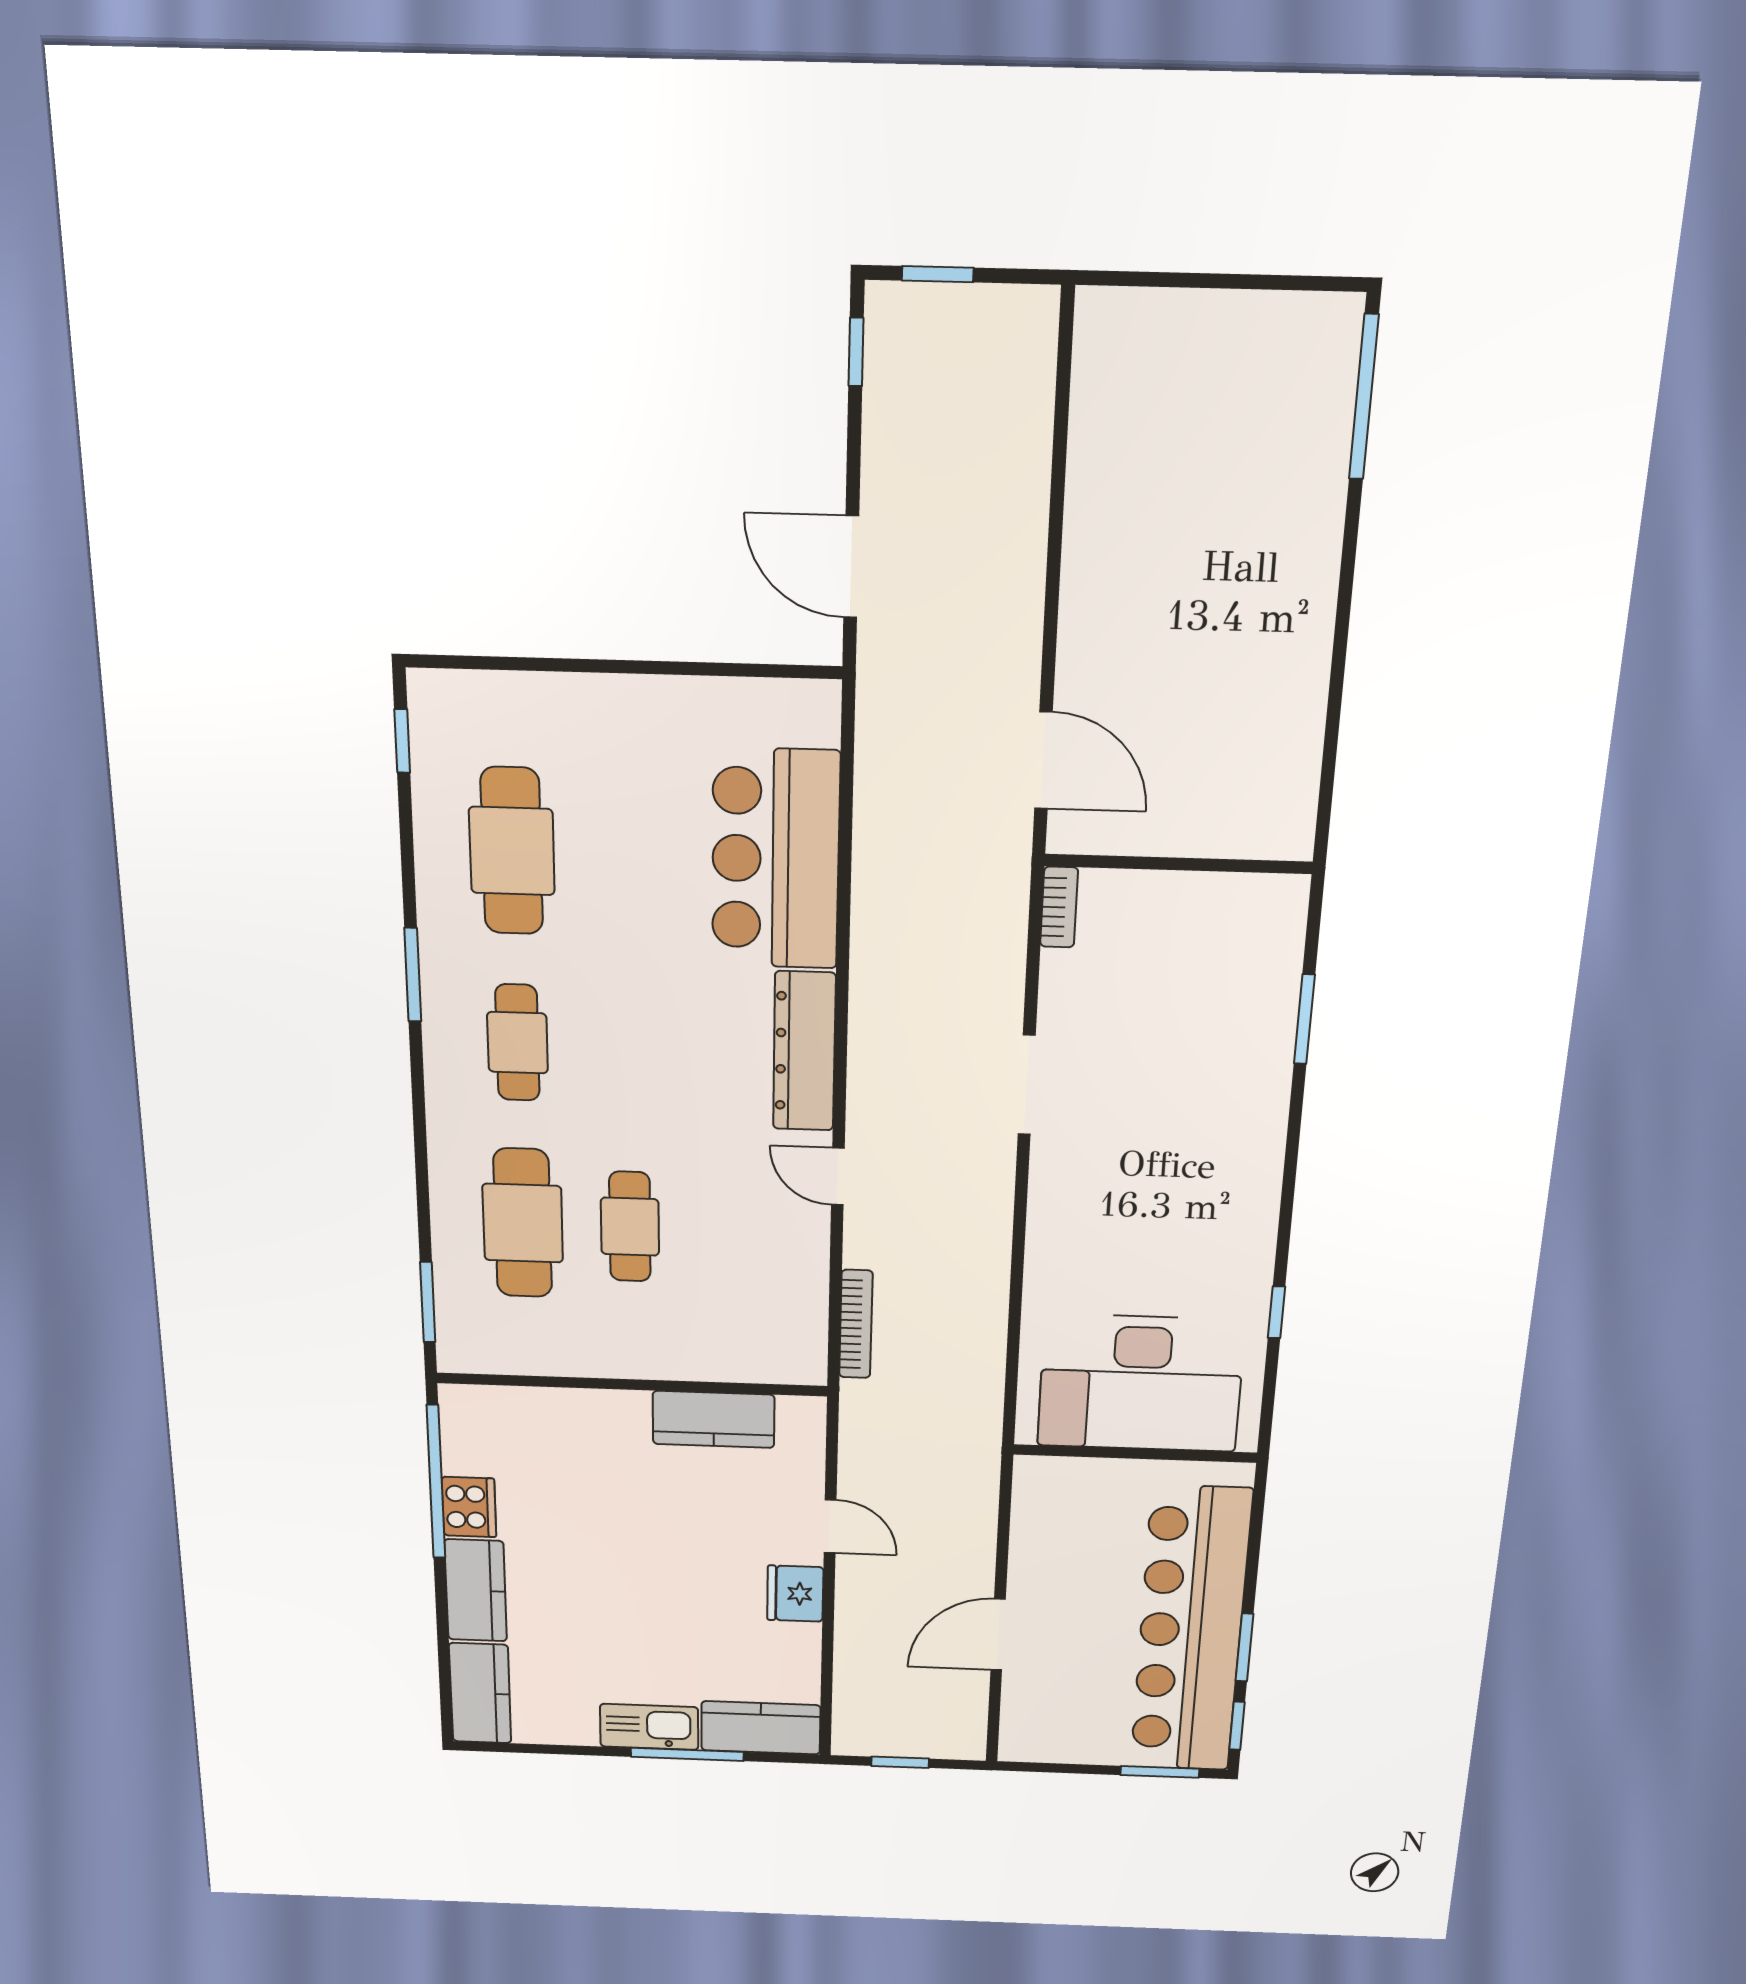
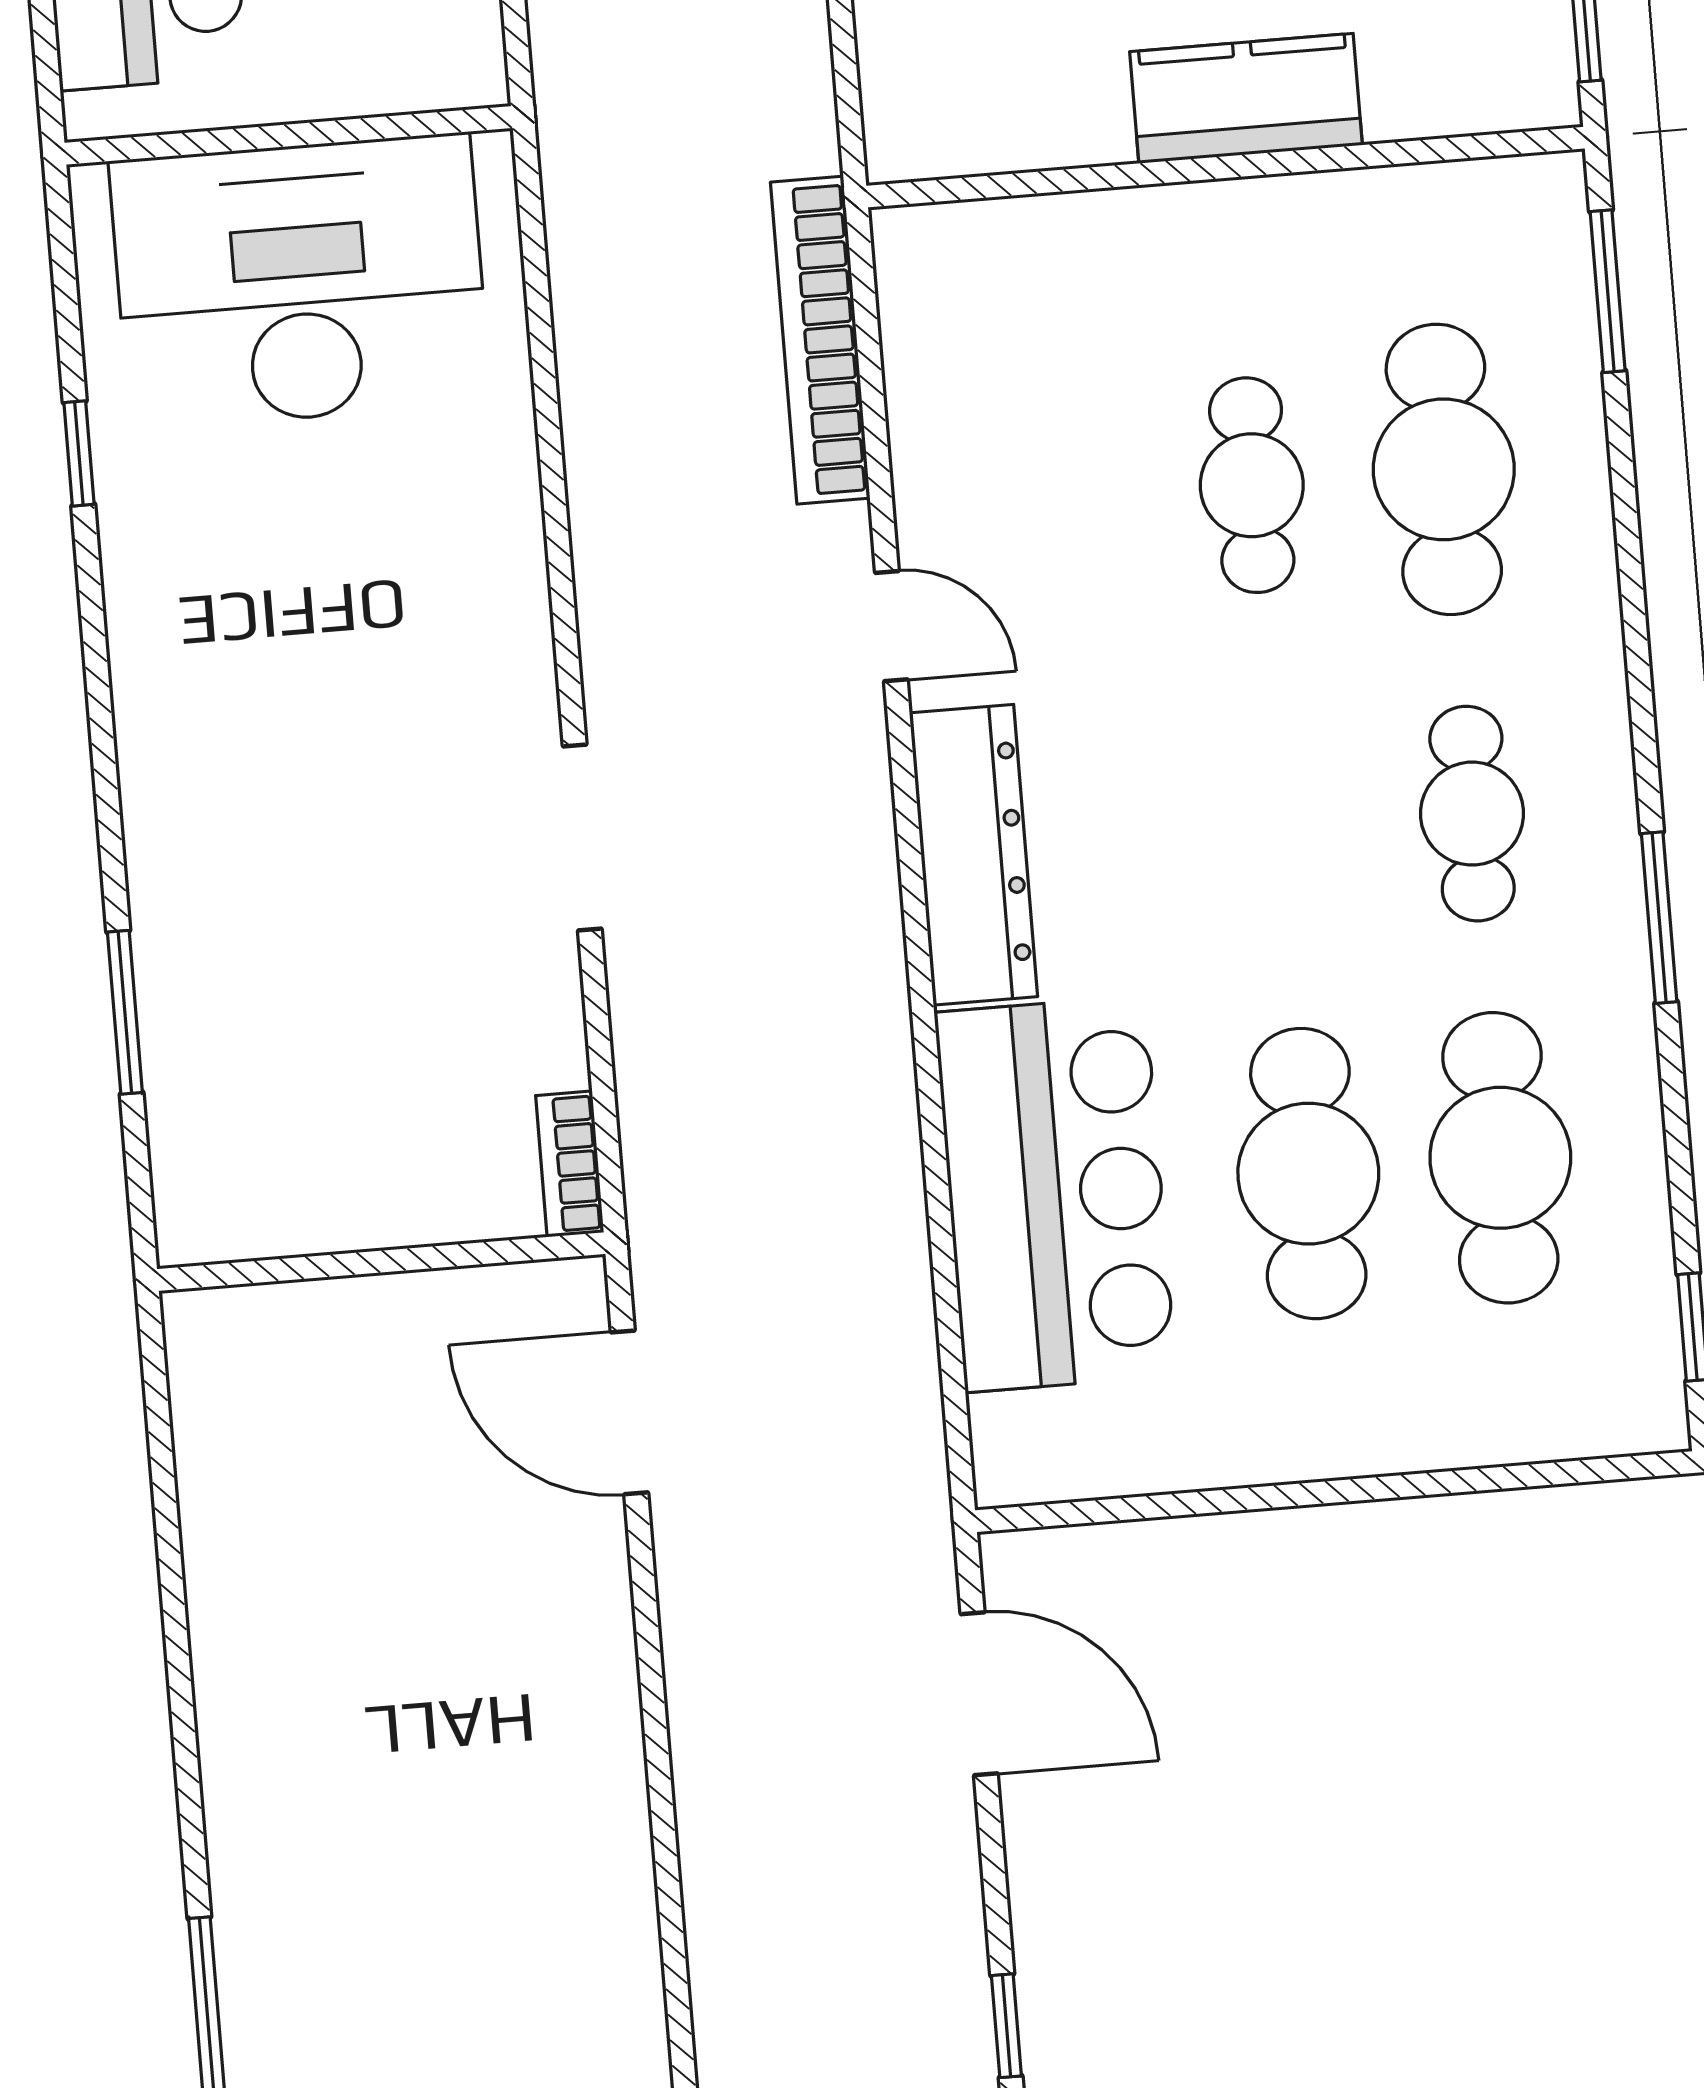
cafe table: (626, 854) -> (1308, 1174), added
bookcase: (856, 1324) -> (820, 340), width x1.48, depth x1.31
kitchen counter: (714, 1419) -> (1246, 98), moved

